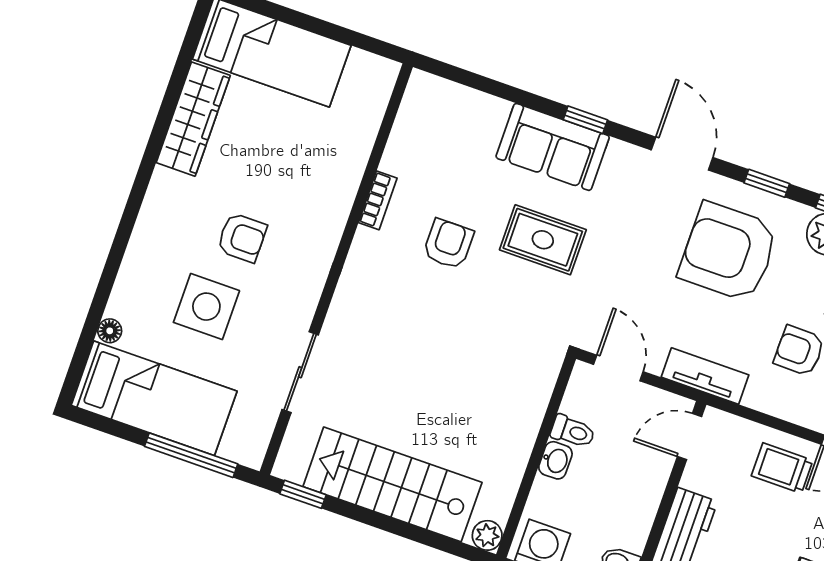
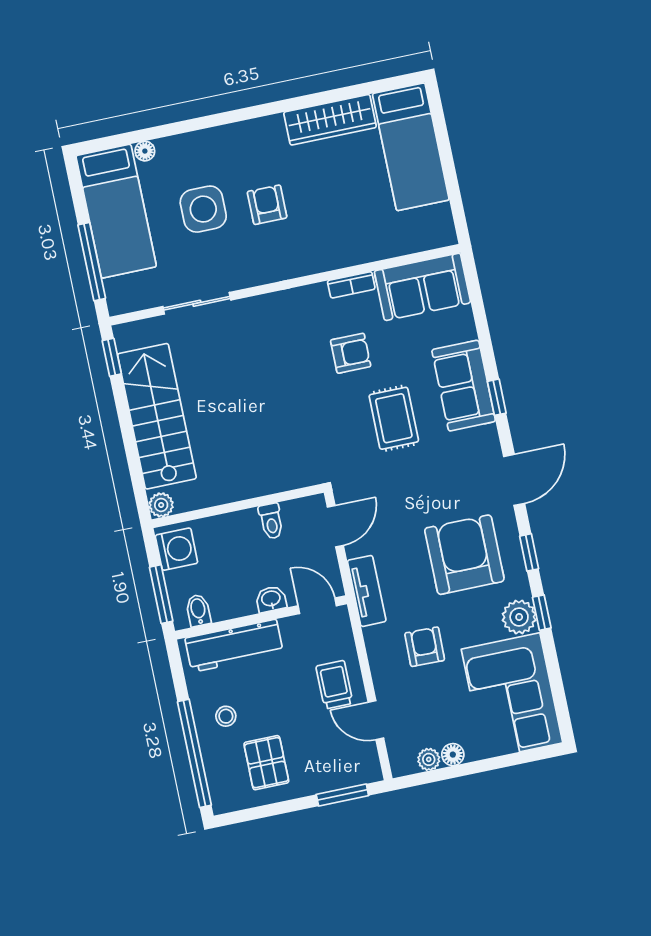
sofa: (424, 128) -> (422, 287), added
armchair: (242, 238) -> (267, 205), turned 180
washbasin: (555, 460) -> (271, 599), moved, turned 180

